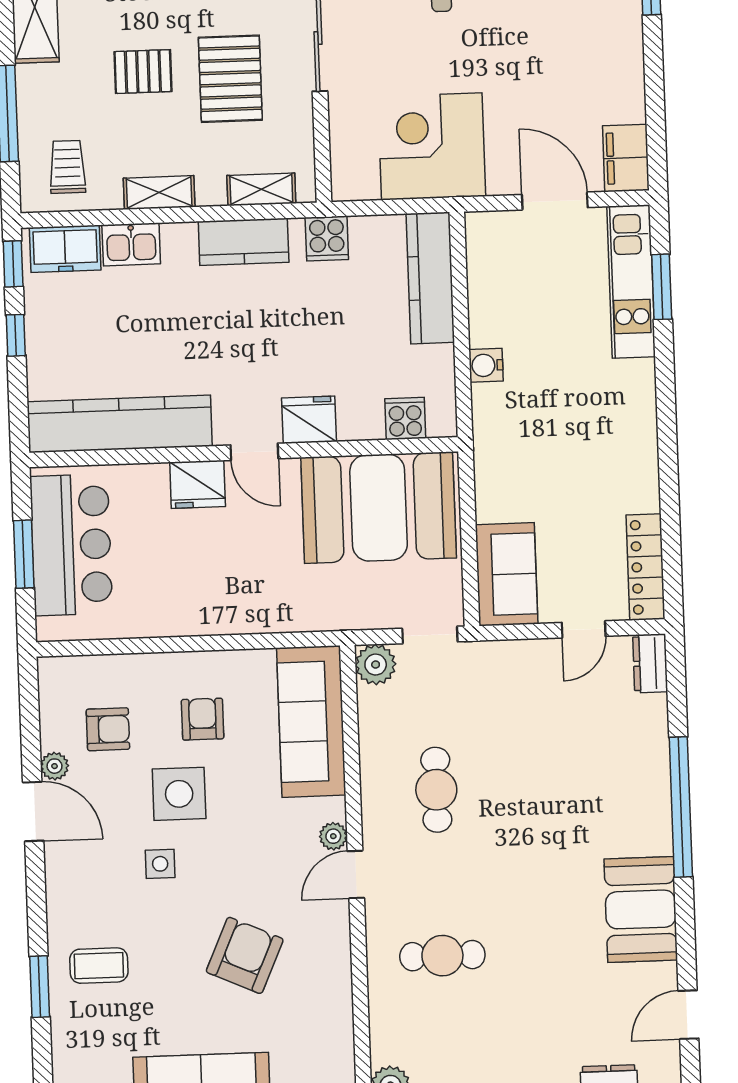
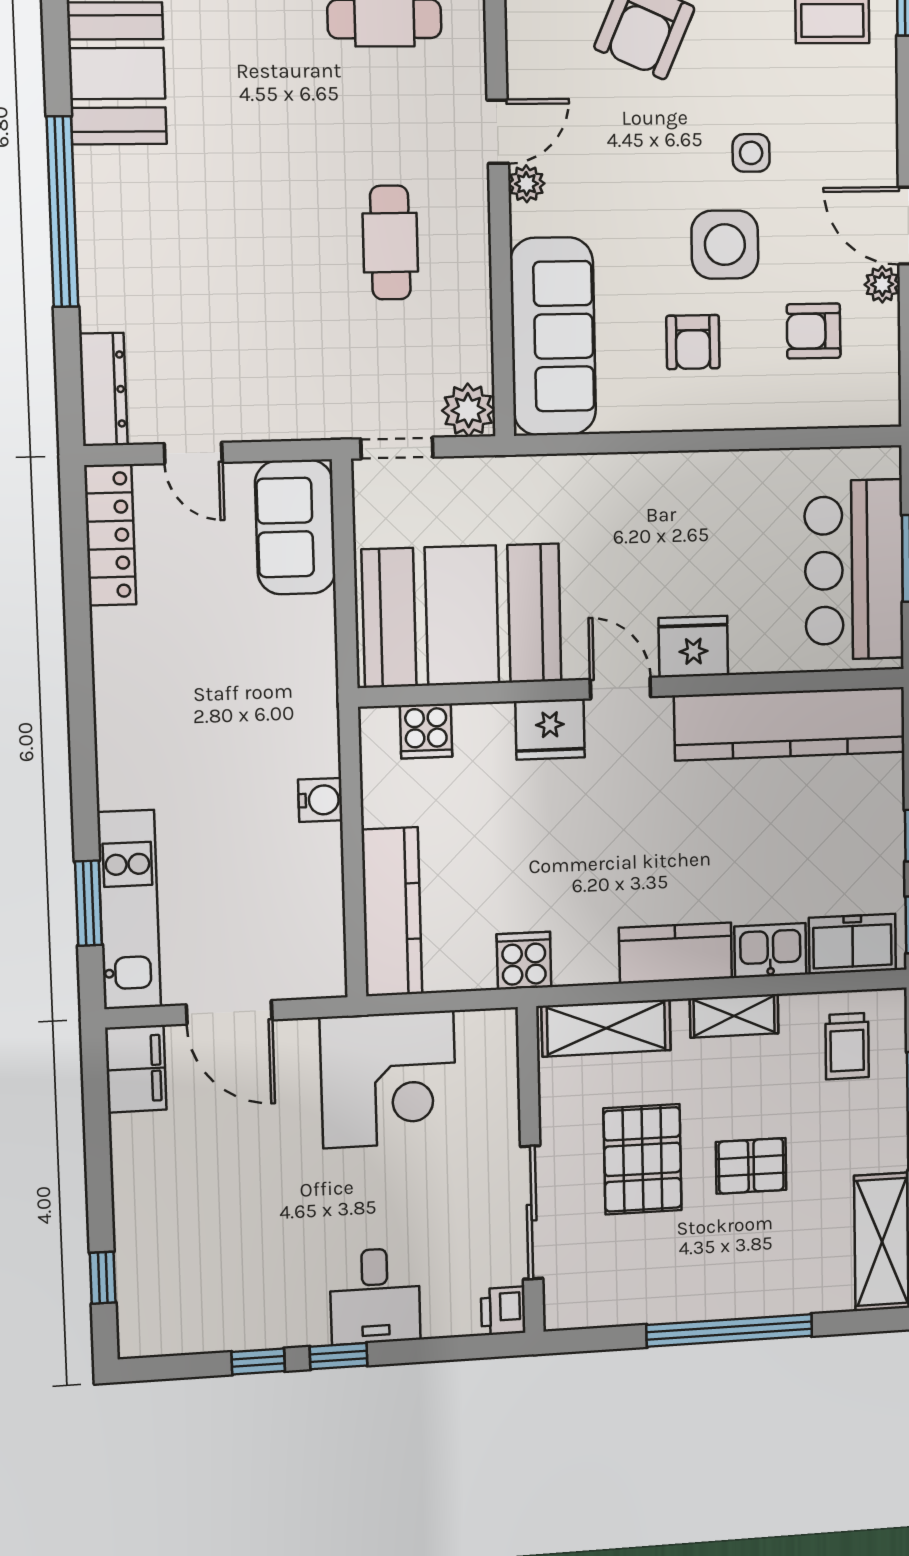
shelving: (261, 189) -> (606, 1028), width x1.50, depth x1.33
kitchen counter: (244, 242) -> (675, 953), moved
door: (584, 629) -> (193, 453), swing flipped
dresser: (650, 663) -> (103, 389), width x1.44

